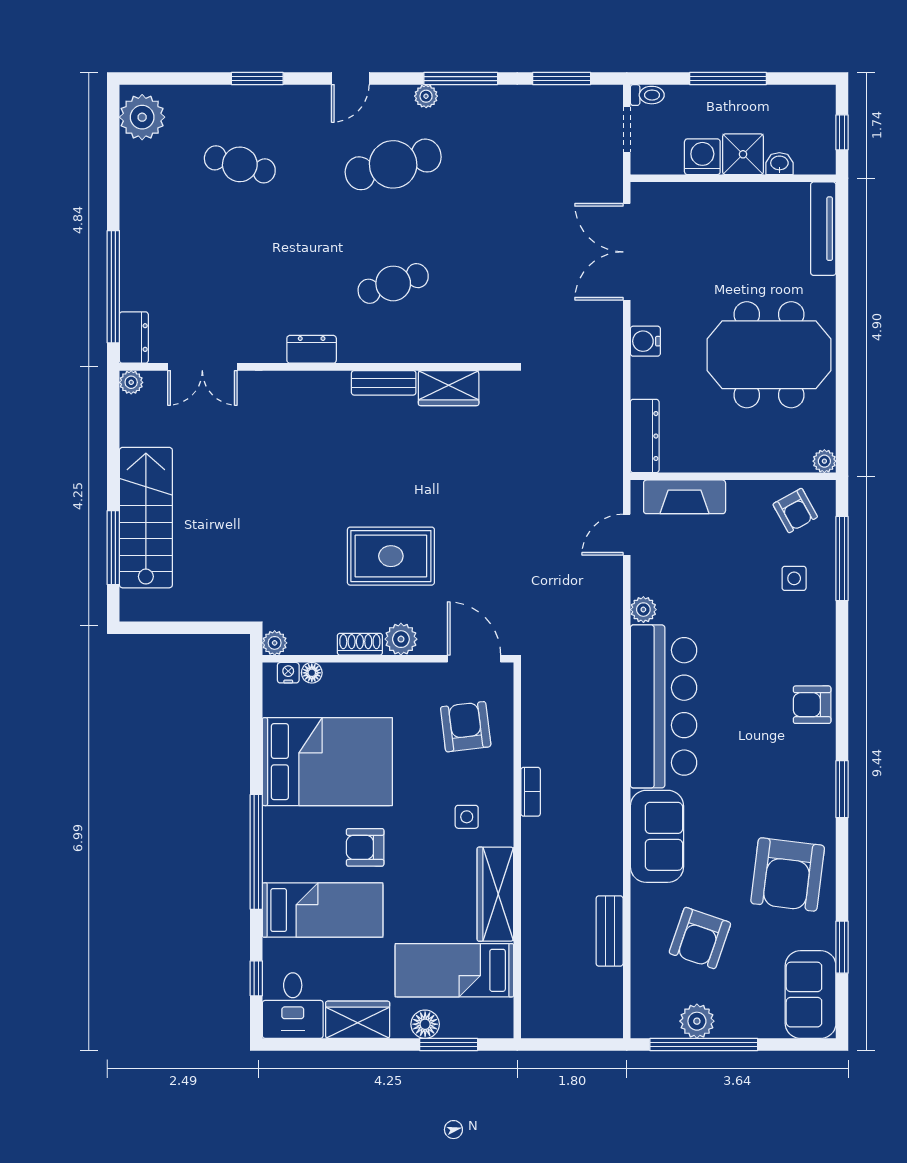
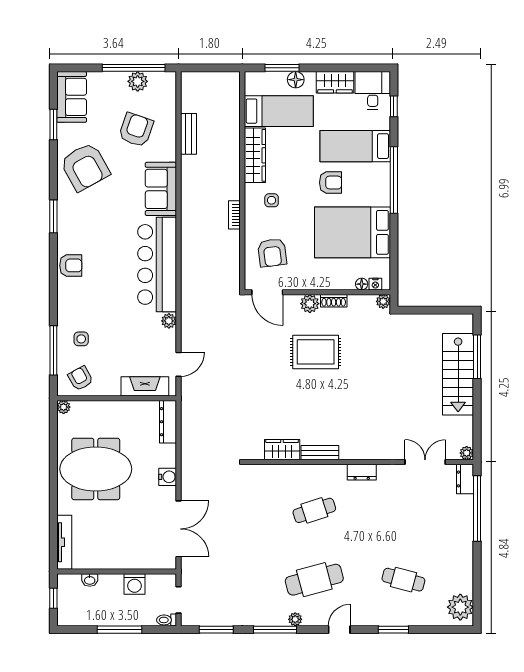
shower: (743, 154) -> (111, 586), removed
armchair: (788, 874) -> (85, 167), turned 144

